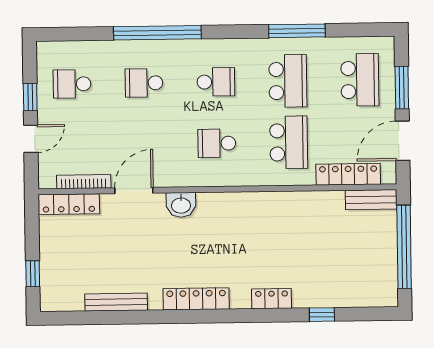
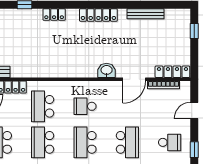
school desk: (216, 82) -> (85, 142), width x1.85
school desk: (144, 83) -> (127, 142), width x1.85
window: (30, 97) -> (194, 150), moved
school desk: (217, 143) -> (85, 106), turned 180

